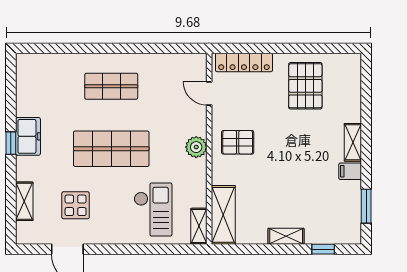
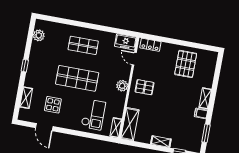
locker: (244, 62) -> (150, 45), width x0.66
plant: (26, 83) -> (39, 35), added
freezer: (28, 136) -> (126, 42), moved, turned 90

